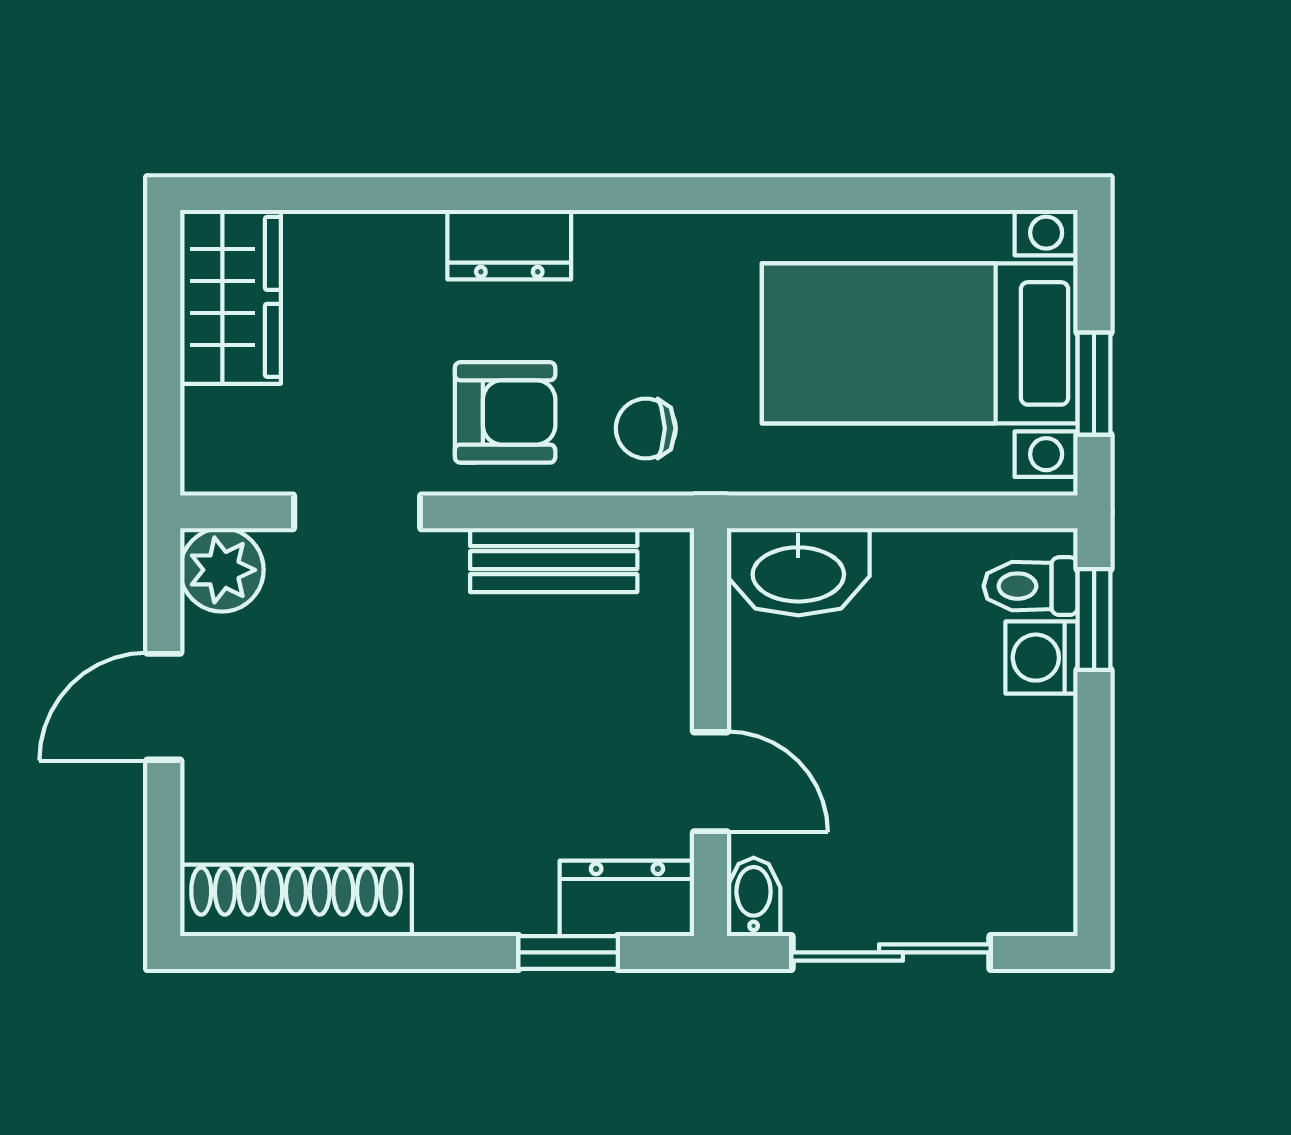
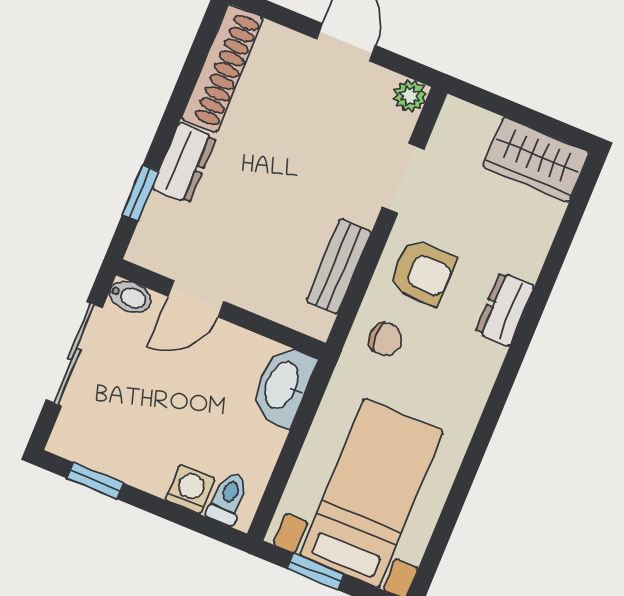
armchair: (505, 412) -> (422, 272), turned -90
chair: (646, 428) -> (385, 339), turned 90
plant: (222, 570) -> (410, 96), width x0.73, depth x0.73
window: (1094, 620) -> (95, 481), moved
dresser: (627, 898) -> (184, 163), moved

